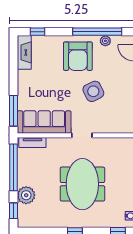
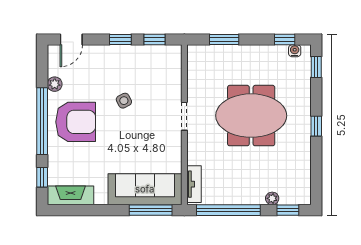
window: (97, 32) -> (42, 121), moved
side table: (93, 91) -> (124, 101), width x0.54, depth x0.54
sofa: (44, 122) -> (145, 189), moved, turned 90
plant: (26, 195) -> (272, 198), width x0.53, depth x0.53

